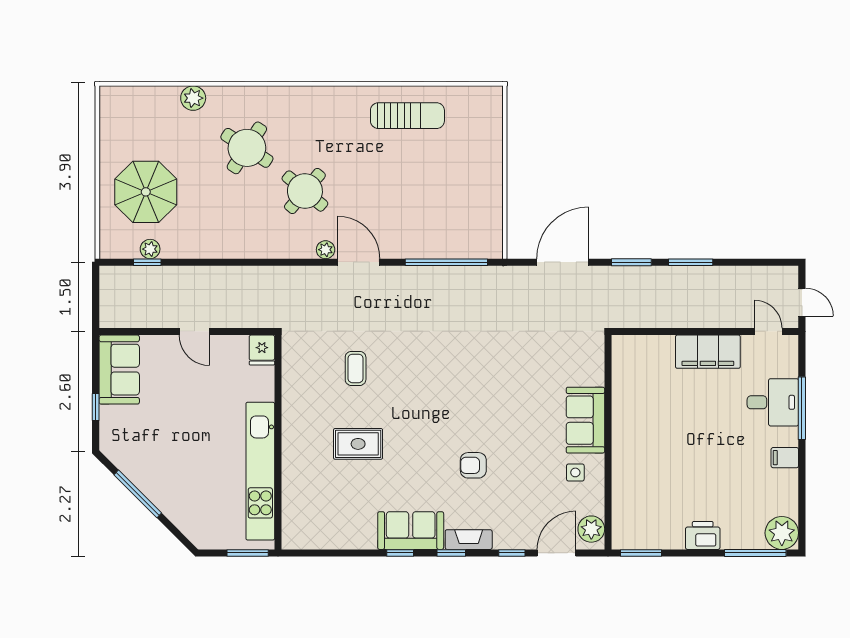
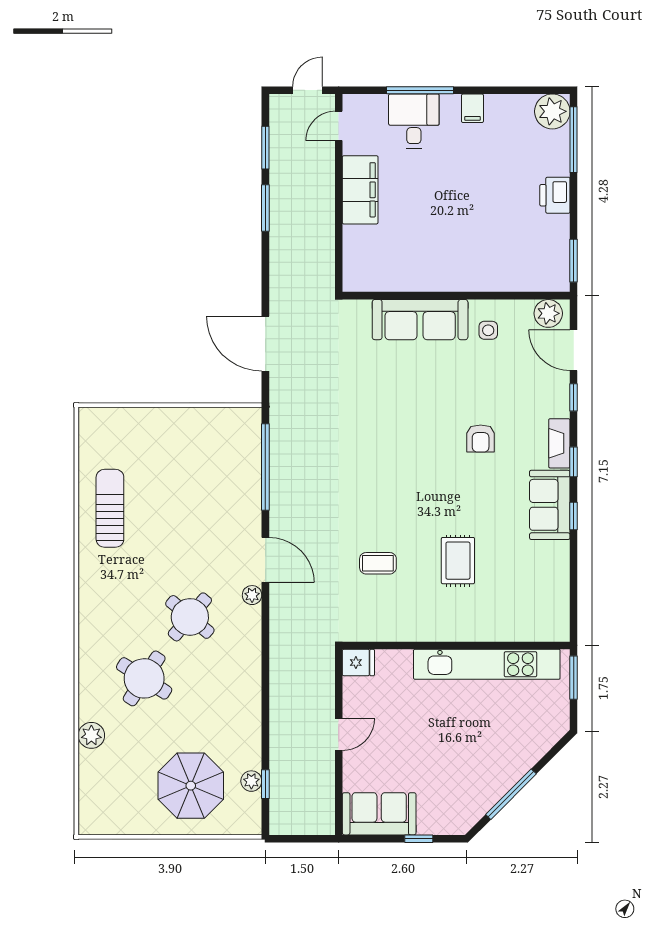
door: (359, 262) -> (265, 560), swing flipped
window: (631, 262) -> (265, 148), moved
sofa: (585, 420) -> (420, 320), width x1.36

